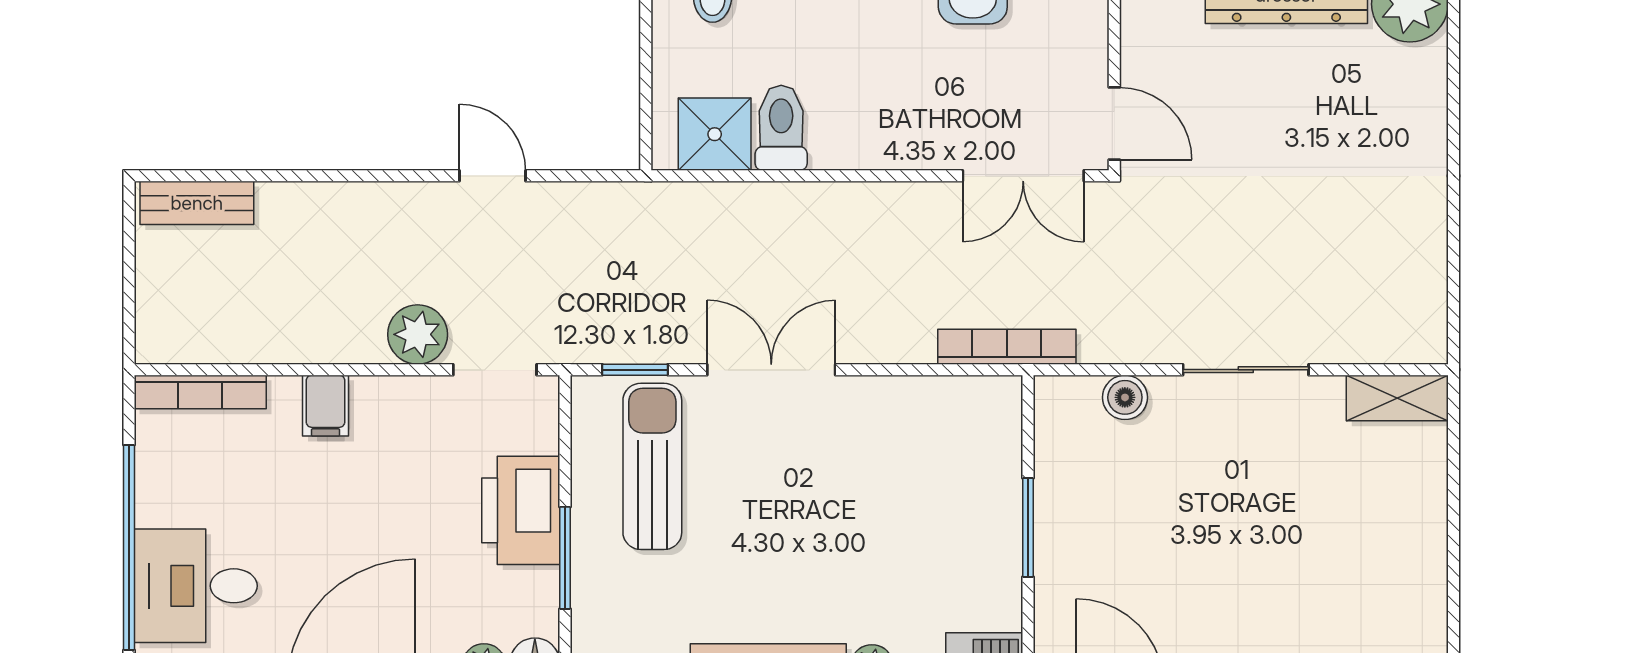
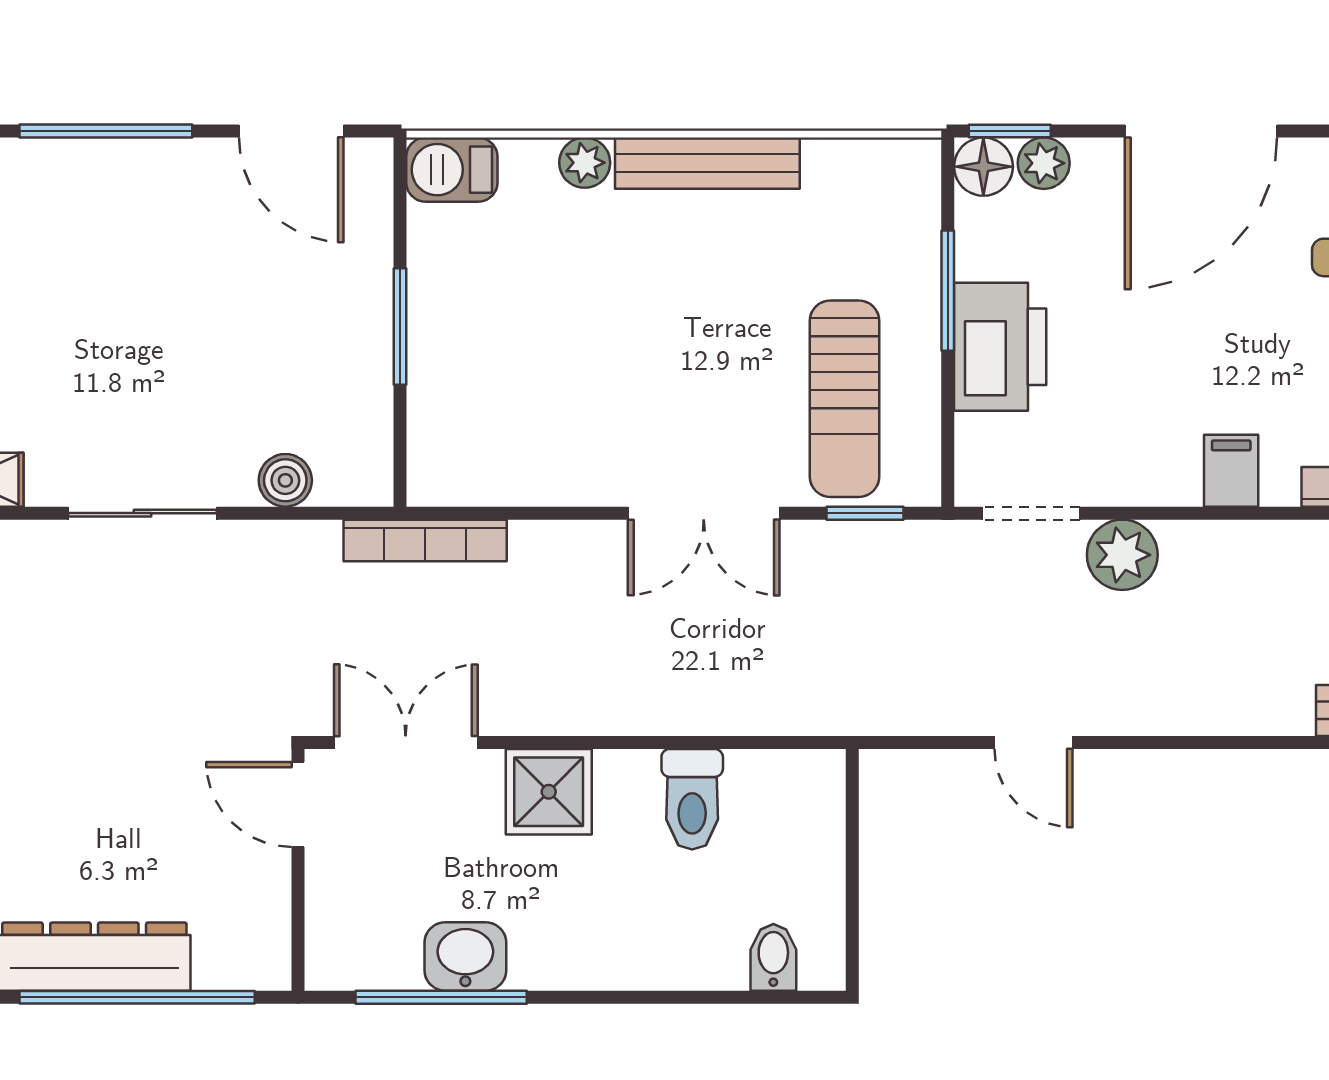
shower: (715, 134) -> (549, 792), moved

